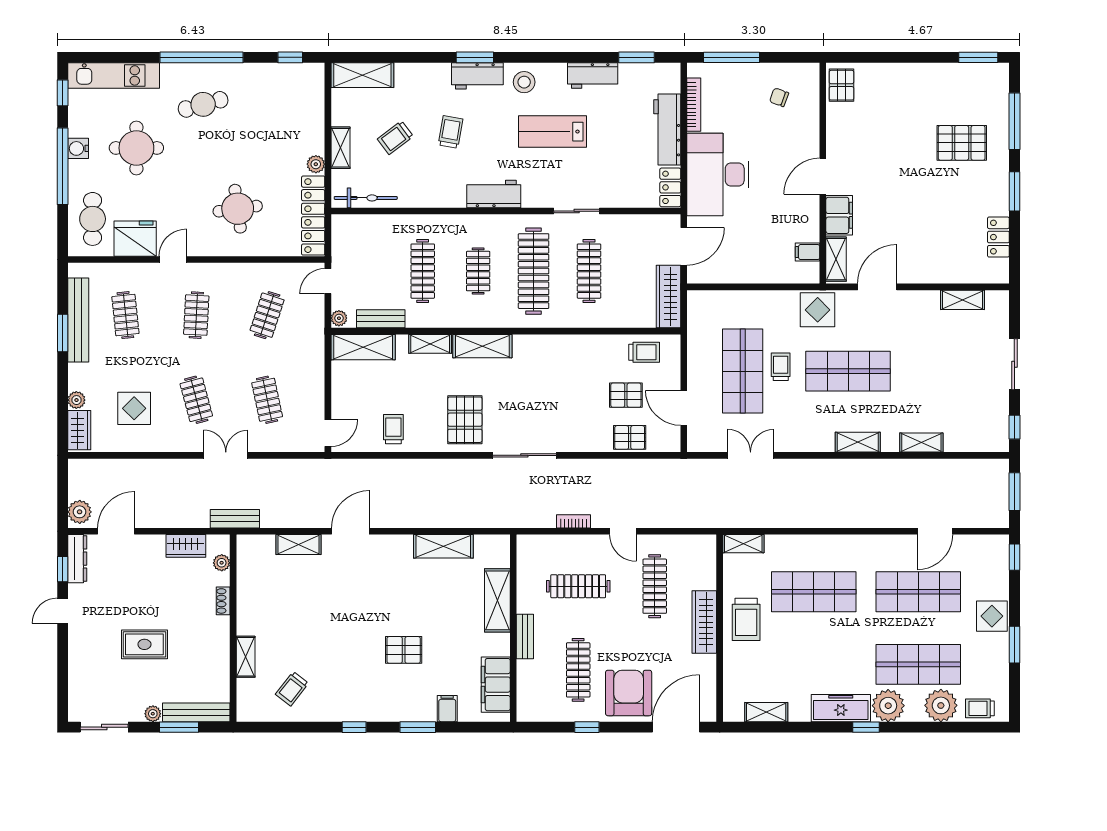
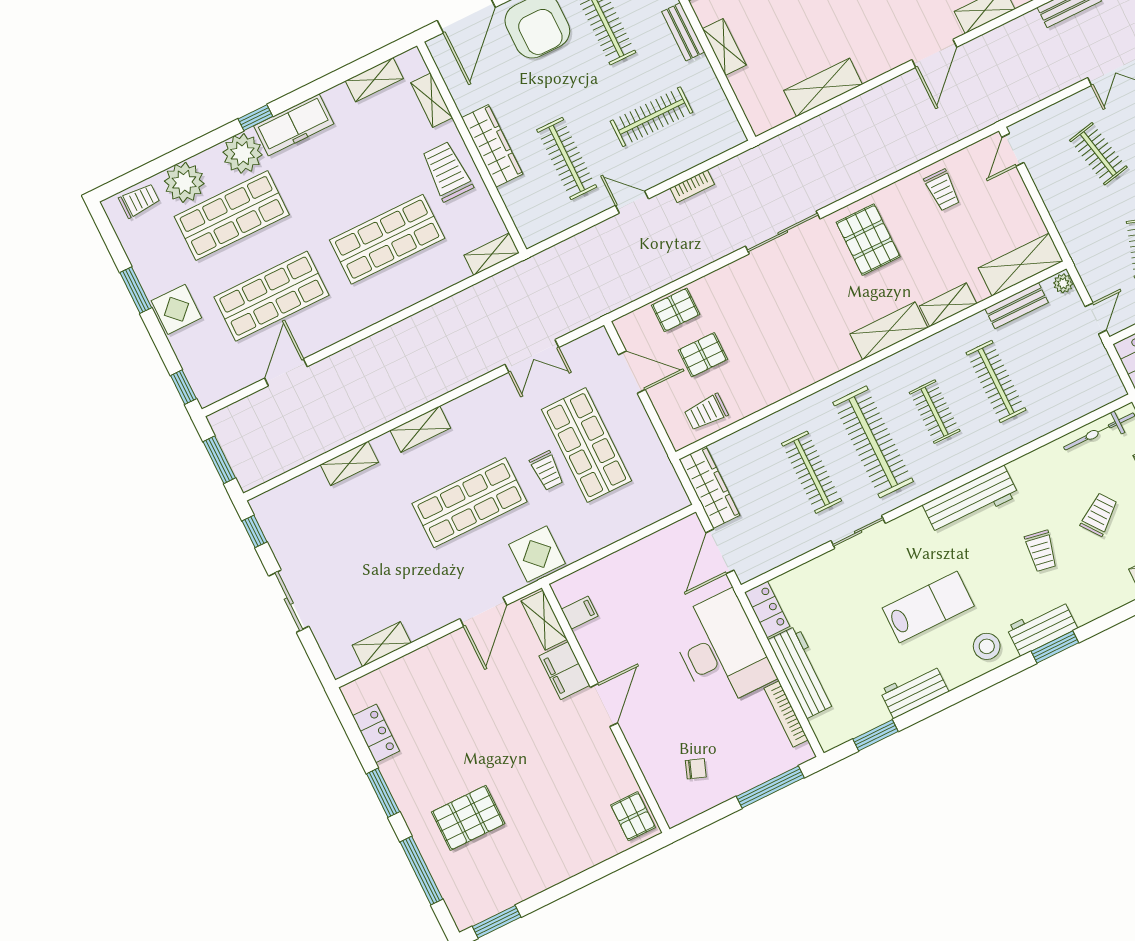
workbench: (494, 194) -> (970, 500), width x1.38
shelving: (497, 600) -> (724, 47), width x0.67, depth x0.75
shelving: (732, 677) -> (432, 100), added

